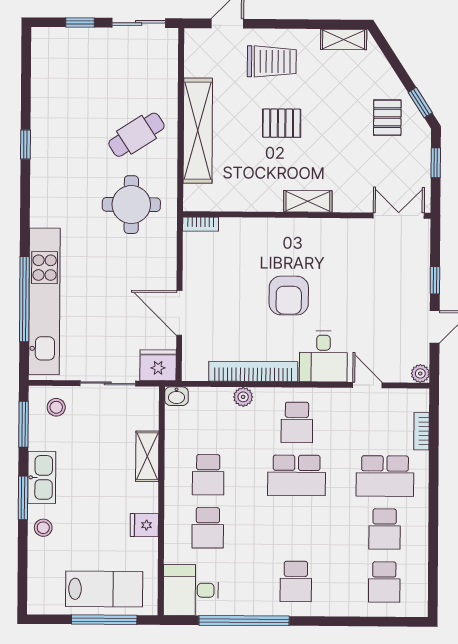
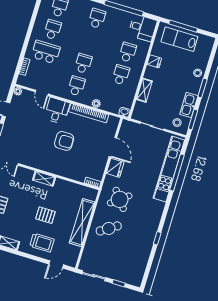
trolley: (272, 61) -> (42, 243), turned 180
round table: (131, 205) -> (120, 199), turned -38
armchair: (289, 295) -> (64, 141), turned 90
fridge: (158, 365) -> (115, 168), moved, turned -90
school desk: (297, 475) -> (83, 63), width x0.54
kitchen sink: (42, 477) -> (189, 105), moved

